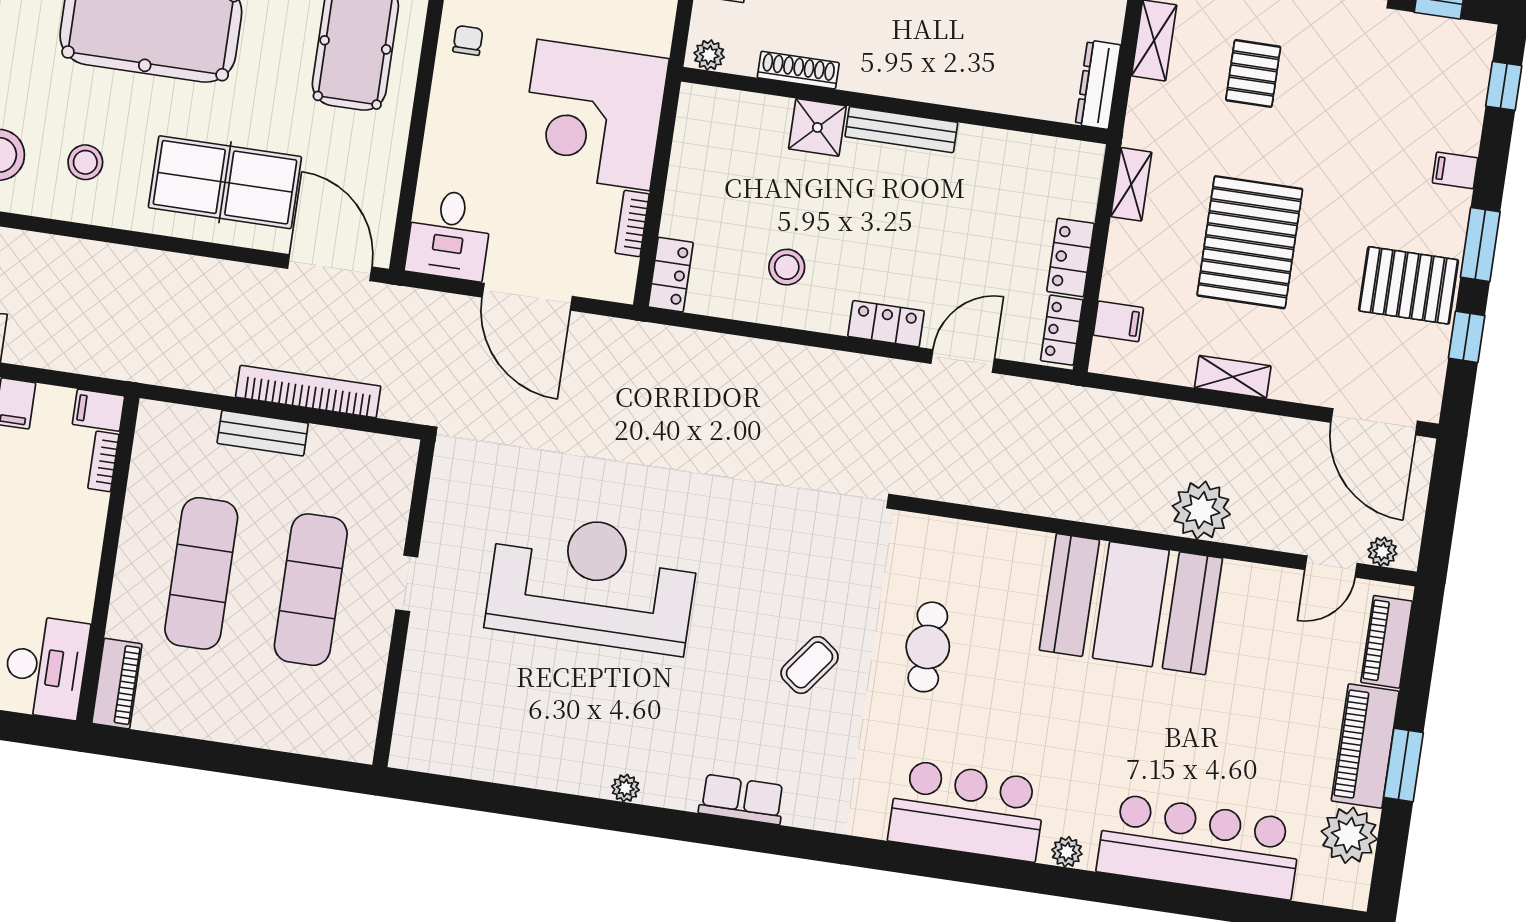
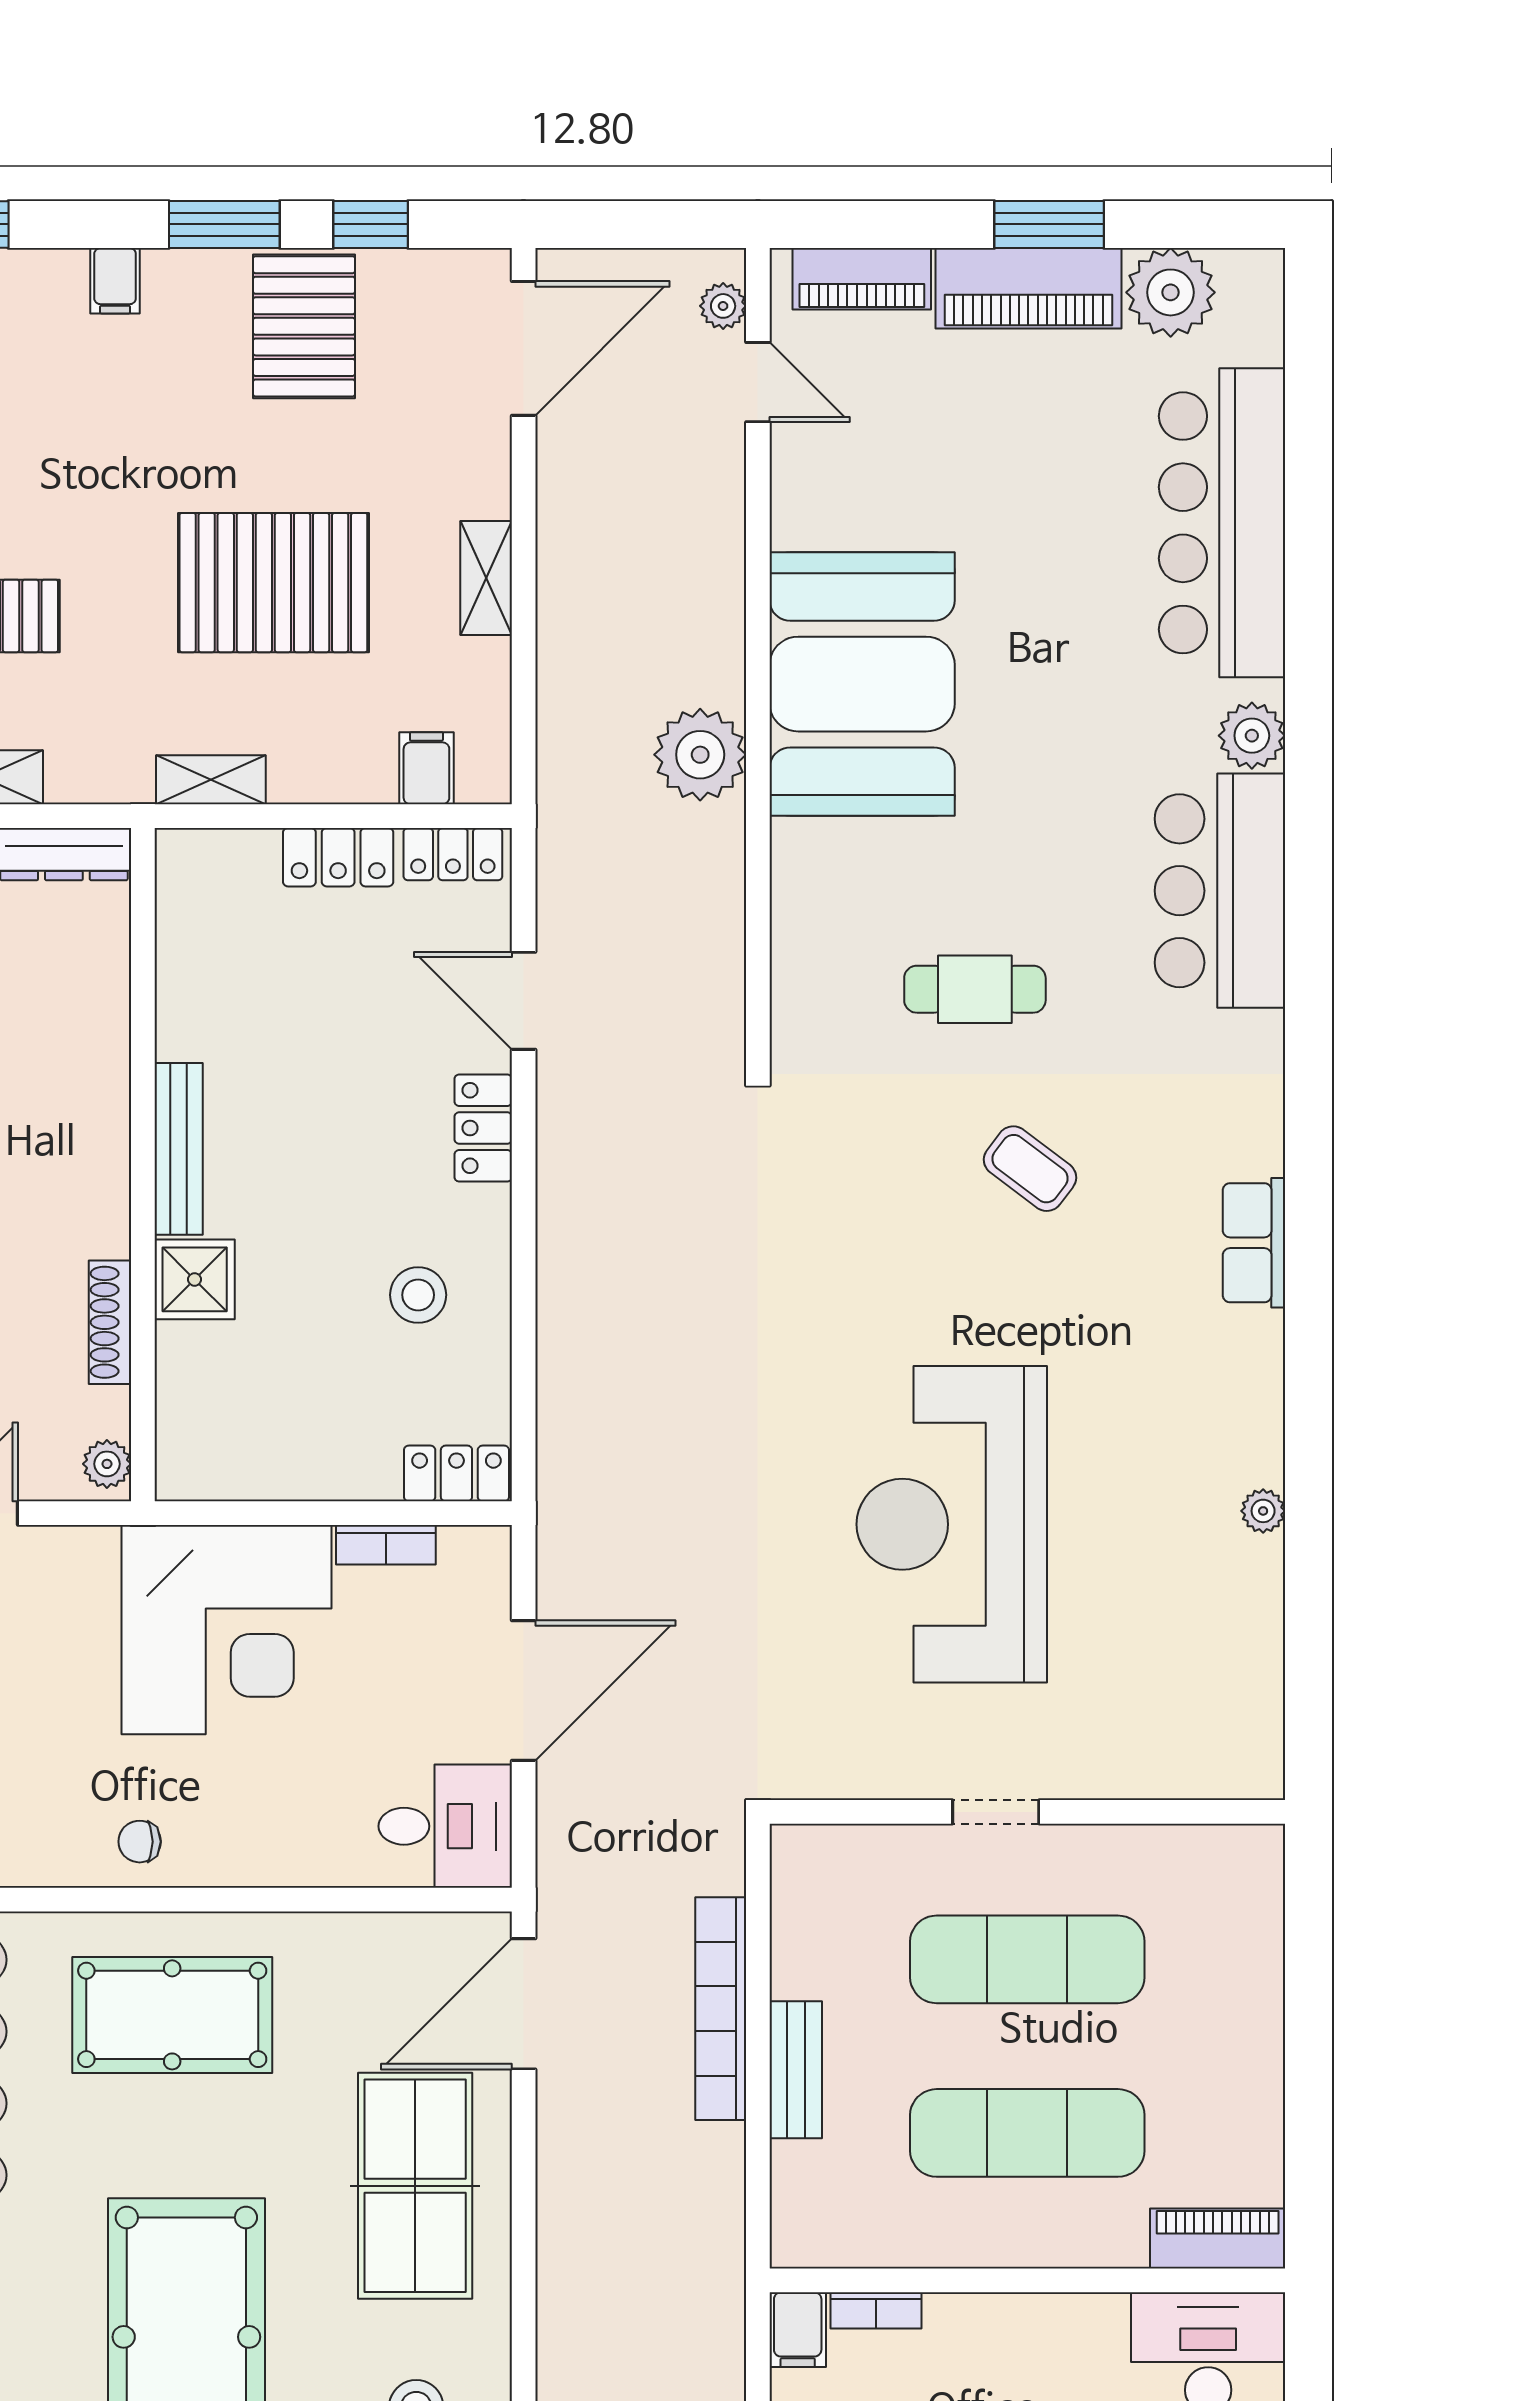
plant: (1201, 510) -> (700, 755), moved
plant: (625, 788) -> (1263, 1511), moved
plant: (1067, 852) -> (1252, 736), width x1.38, depth x1.38

